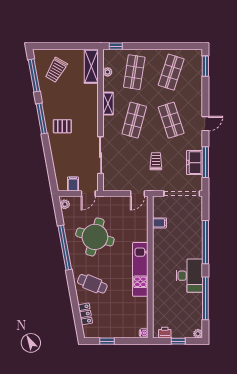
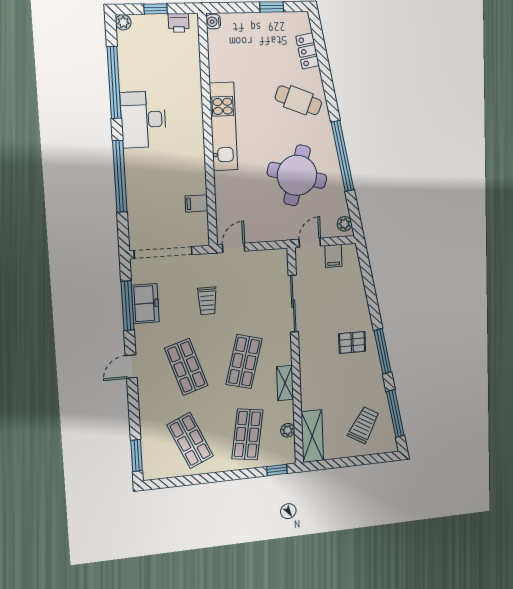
shop shelf: (171, 72) -> (190, 441), turned -42

